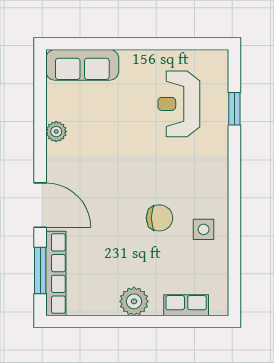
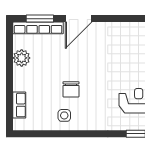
plant: (56, 132) -> (122, 28), removed
plant: (134, 301) -> (22, 58), moved

